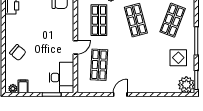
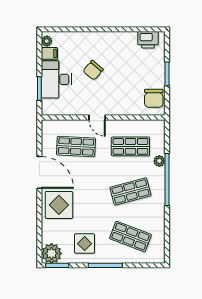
chair: (18, 53) -> (93, 70), moved
desk: (62, 78) -> (56, 79), moved, turned 90
display table: (147, 79) -> (59, 205), added
door: (120, 95) -> (39, 172), width x1.88

